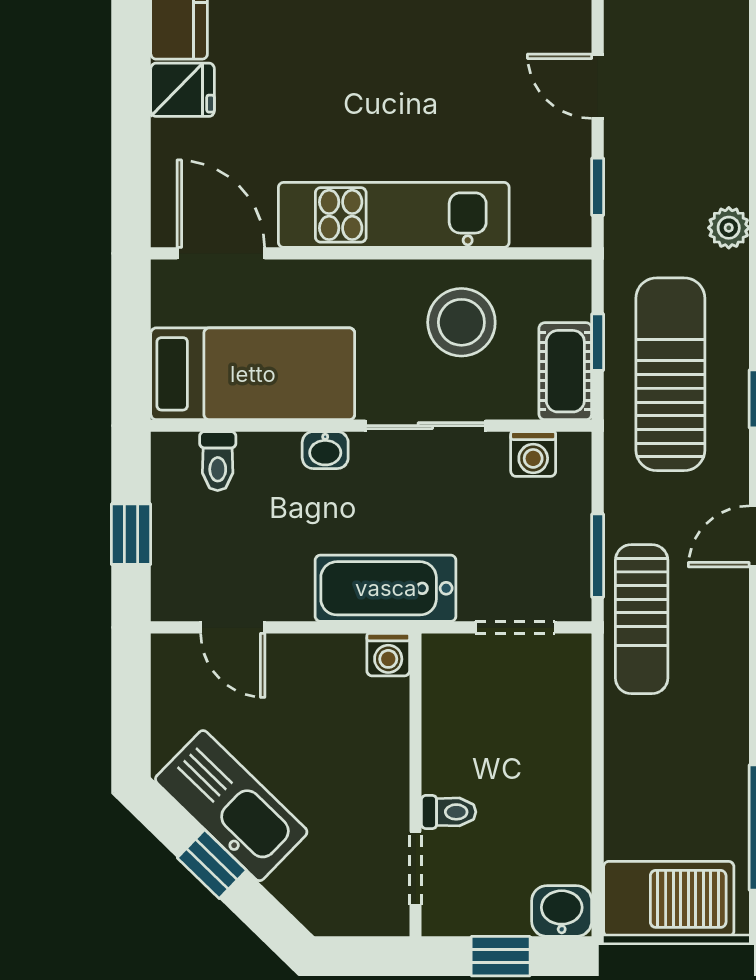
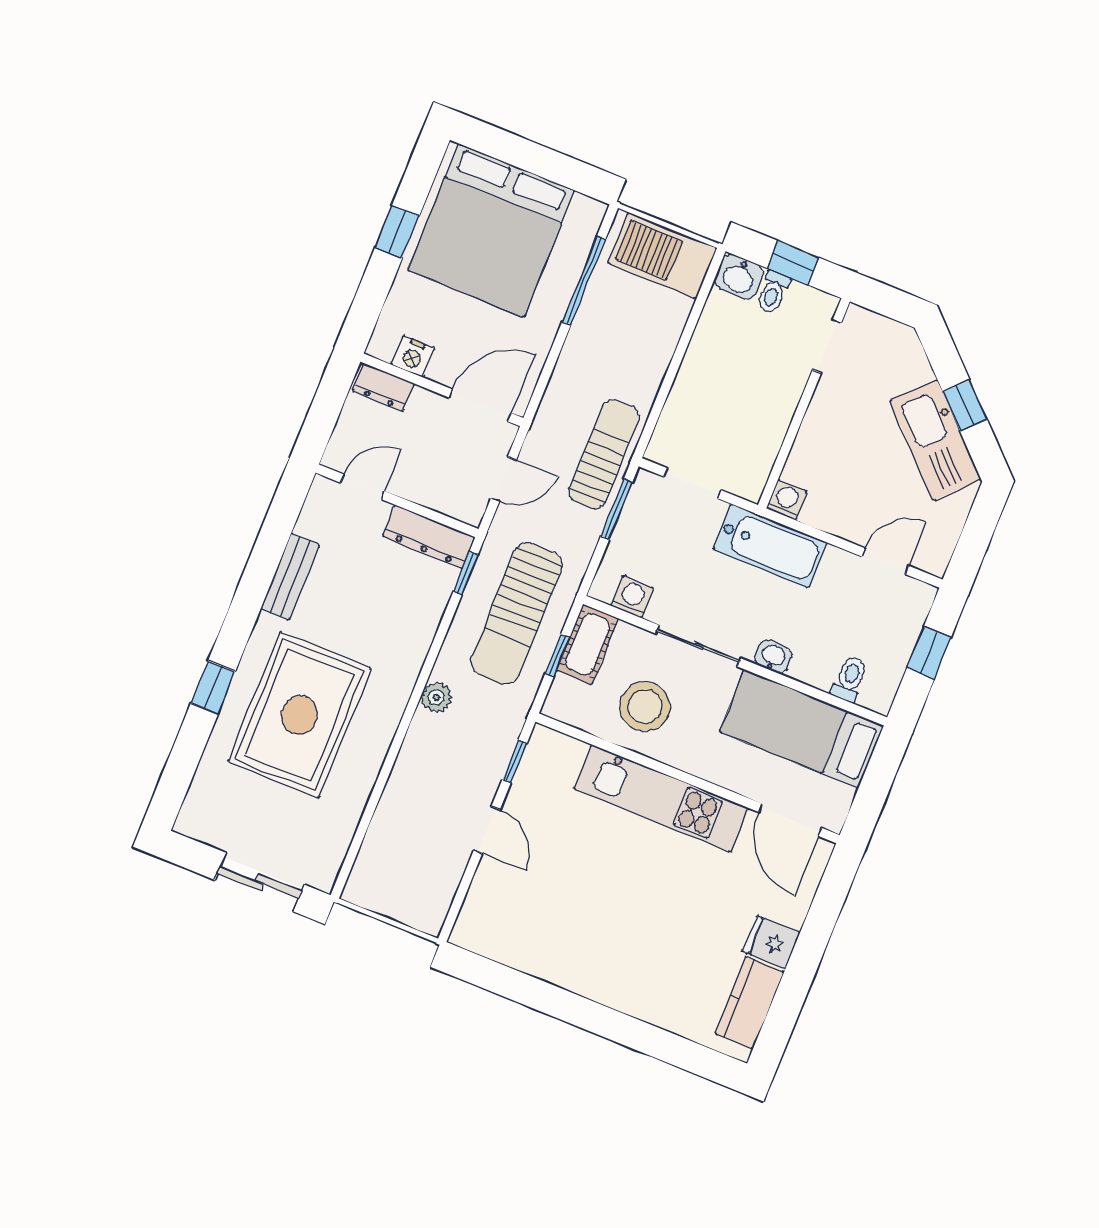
door: (233, 627) -> (885, 561), hinge flipped
toilet: (449, 812) -> (773, 292), moved, turned -90

